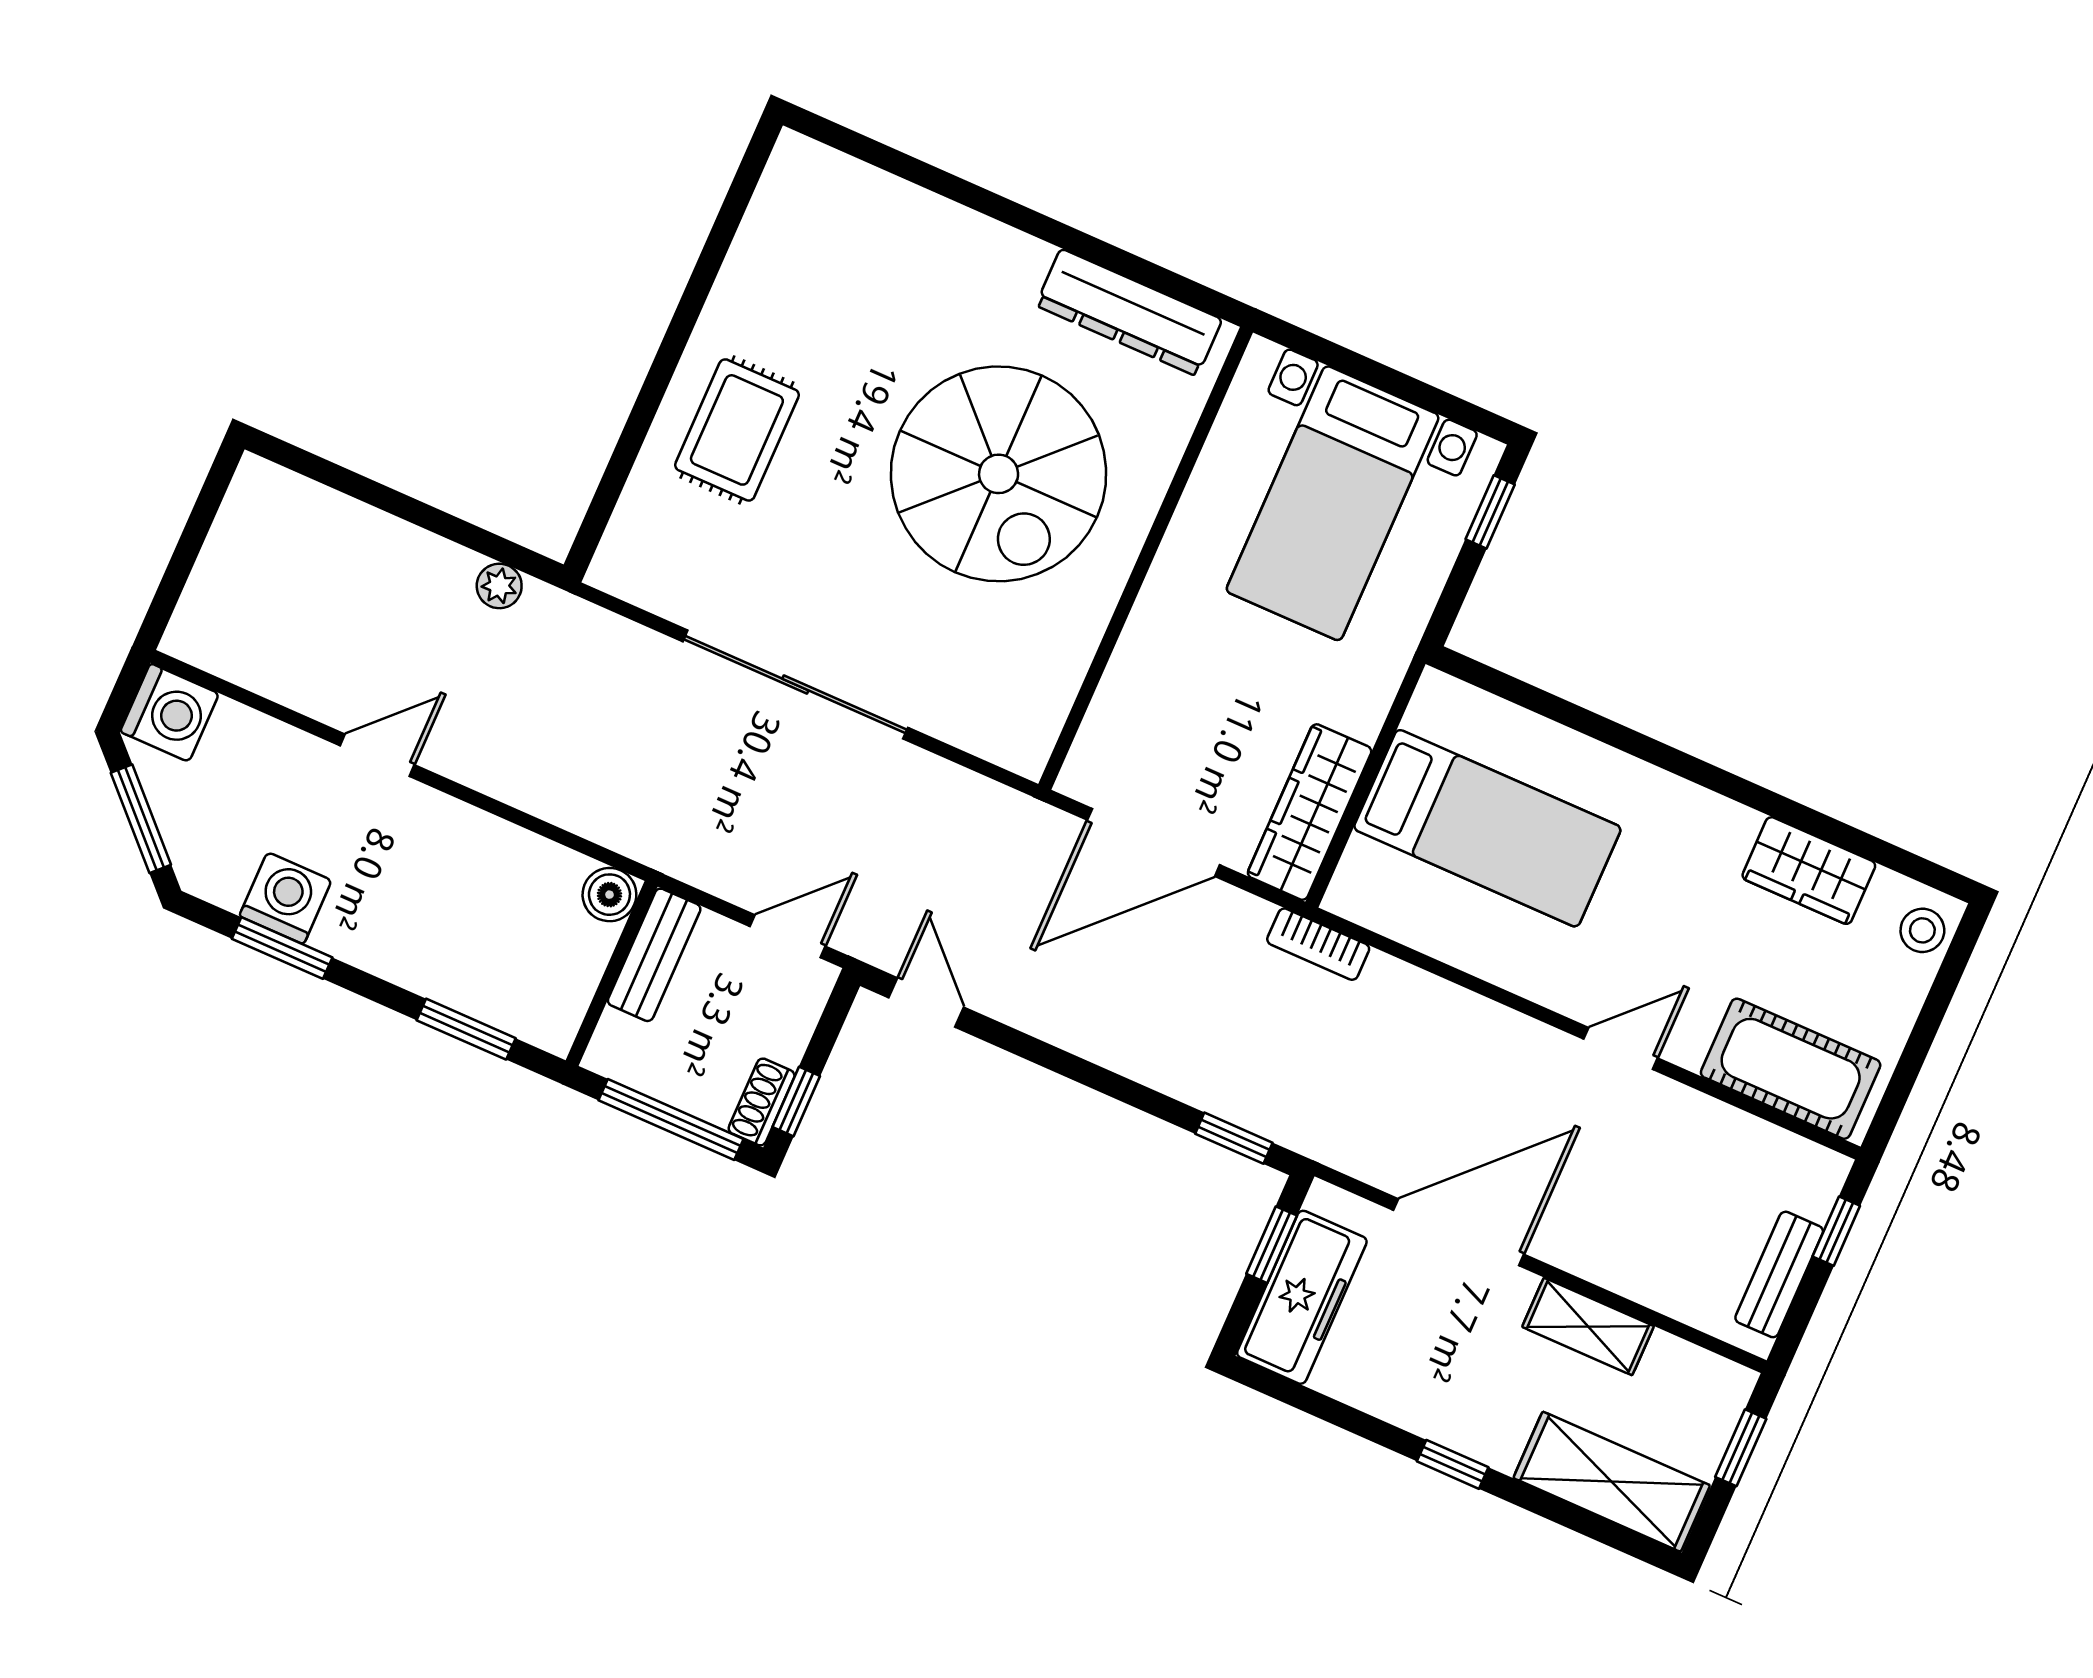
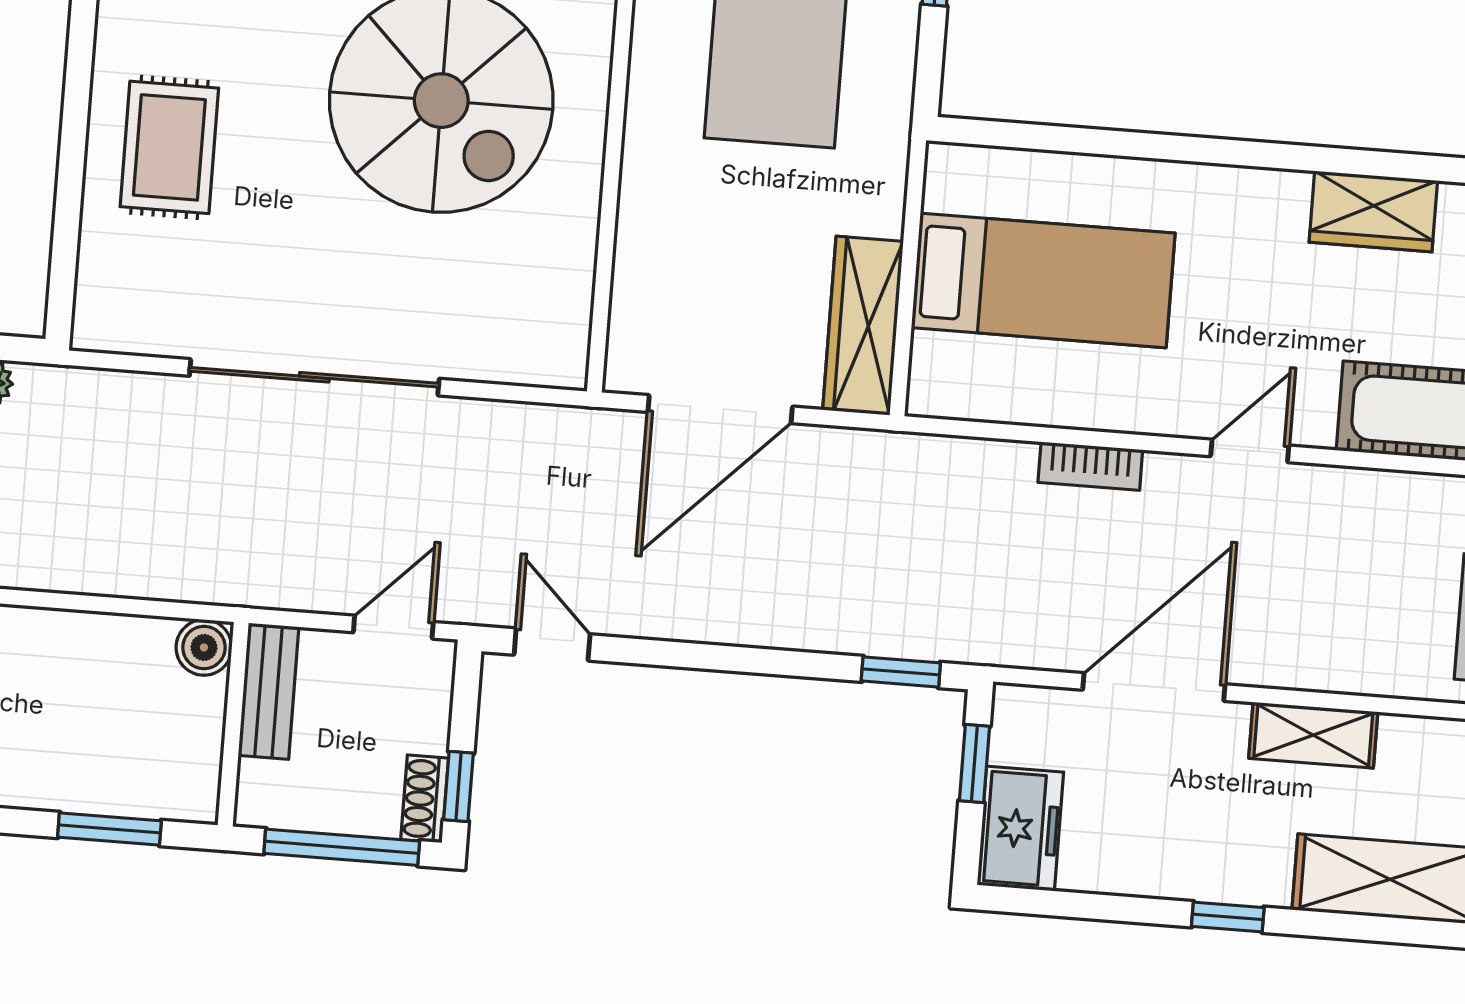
bookcase: (1318, 944) -> (1090, 466), moved
freezer: (1302, 1297) -> (1020, 829), width x0.71

